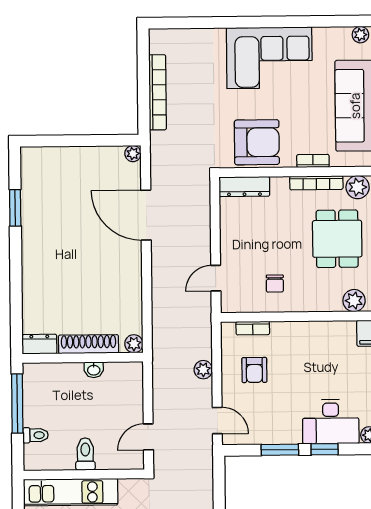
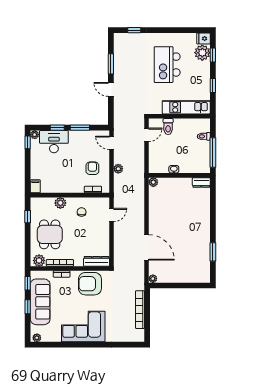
plant: (354, 301) -> (60, 203), moved
shoe rack: (88, 344) -> (176, 182), removed
toilet: (85, 454) -> (168, 127), moved

